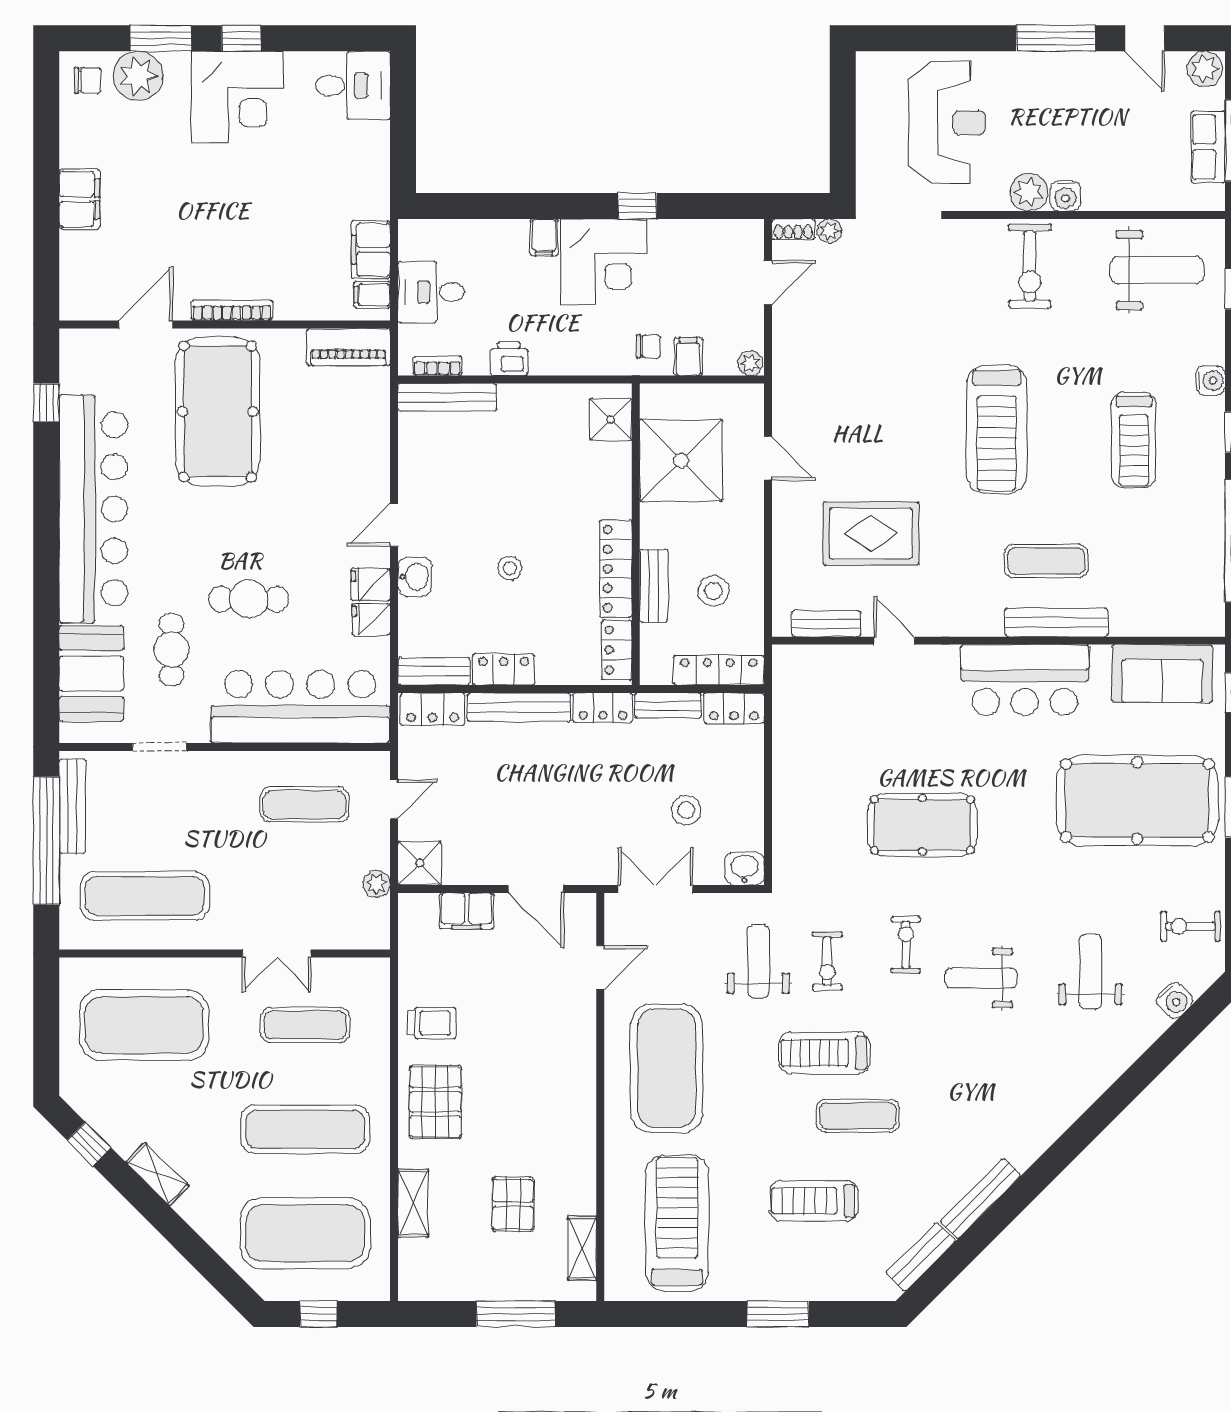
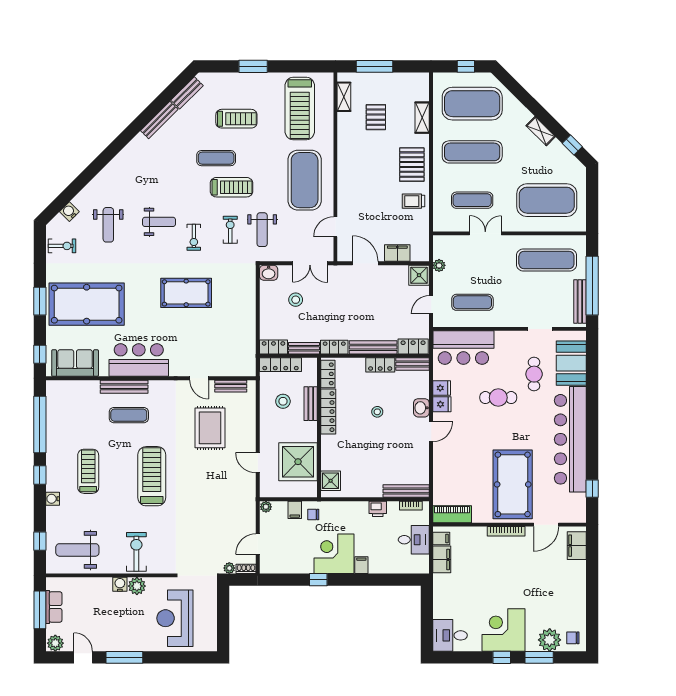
filing cabinet: (79, 199) -> (577, 546), moved
rug: (871, 534) -> (210, 428), turned 90
bar counter: (300, 707) -> (463, 348), width x0.73

